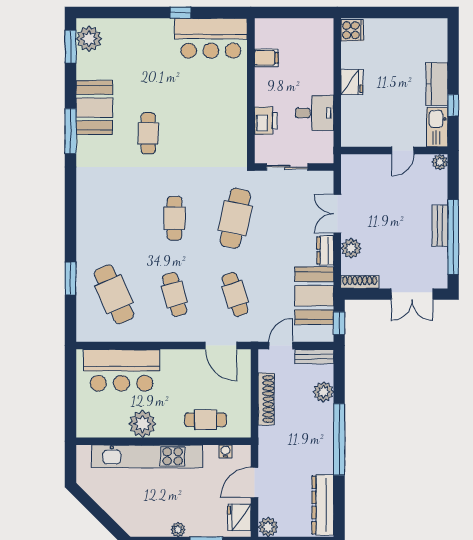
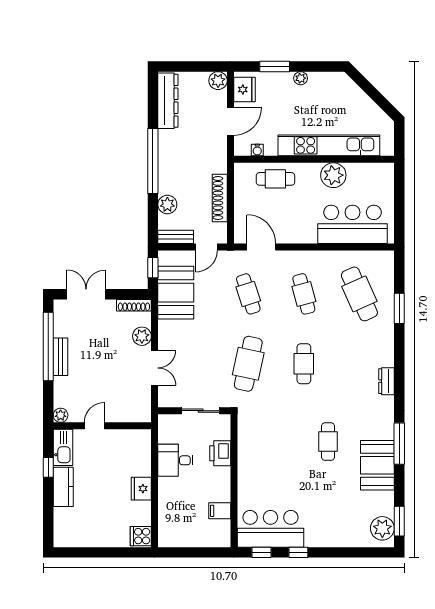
window: (221, 13) -> (262, 552), added
dresser: (325, 250) -> (387, 381), moved, turned 180

